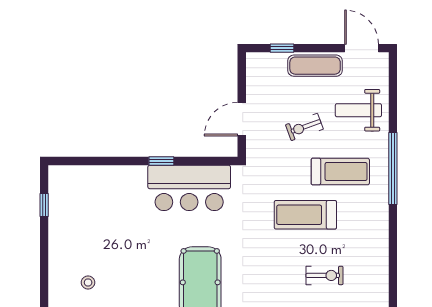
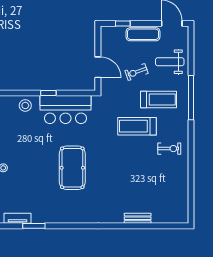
door: (242, 119) -> (98, 67), swing flipped
stool: (124, 181) -> (25, 105), added
exercise bike: (325, 275) -> (169, 149), moved

